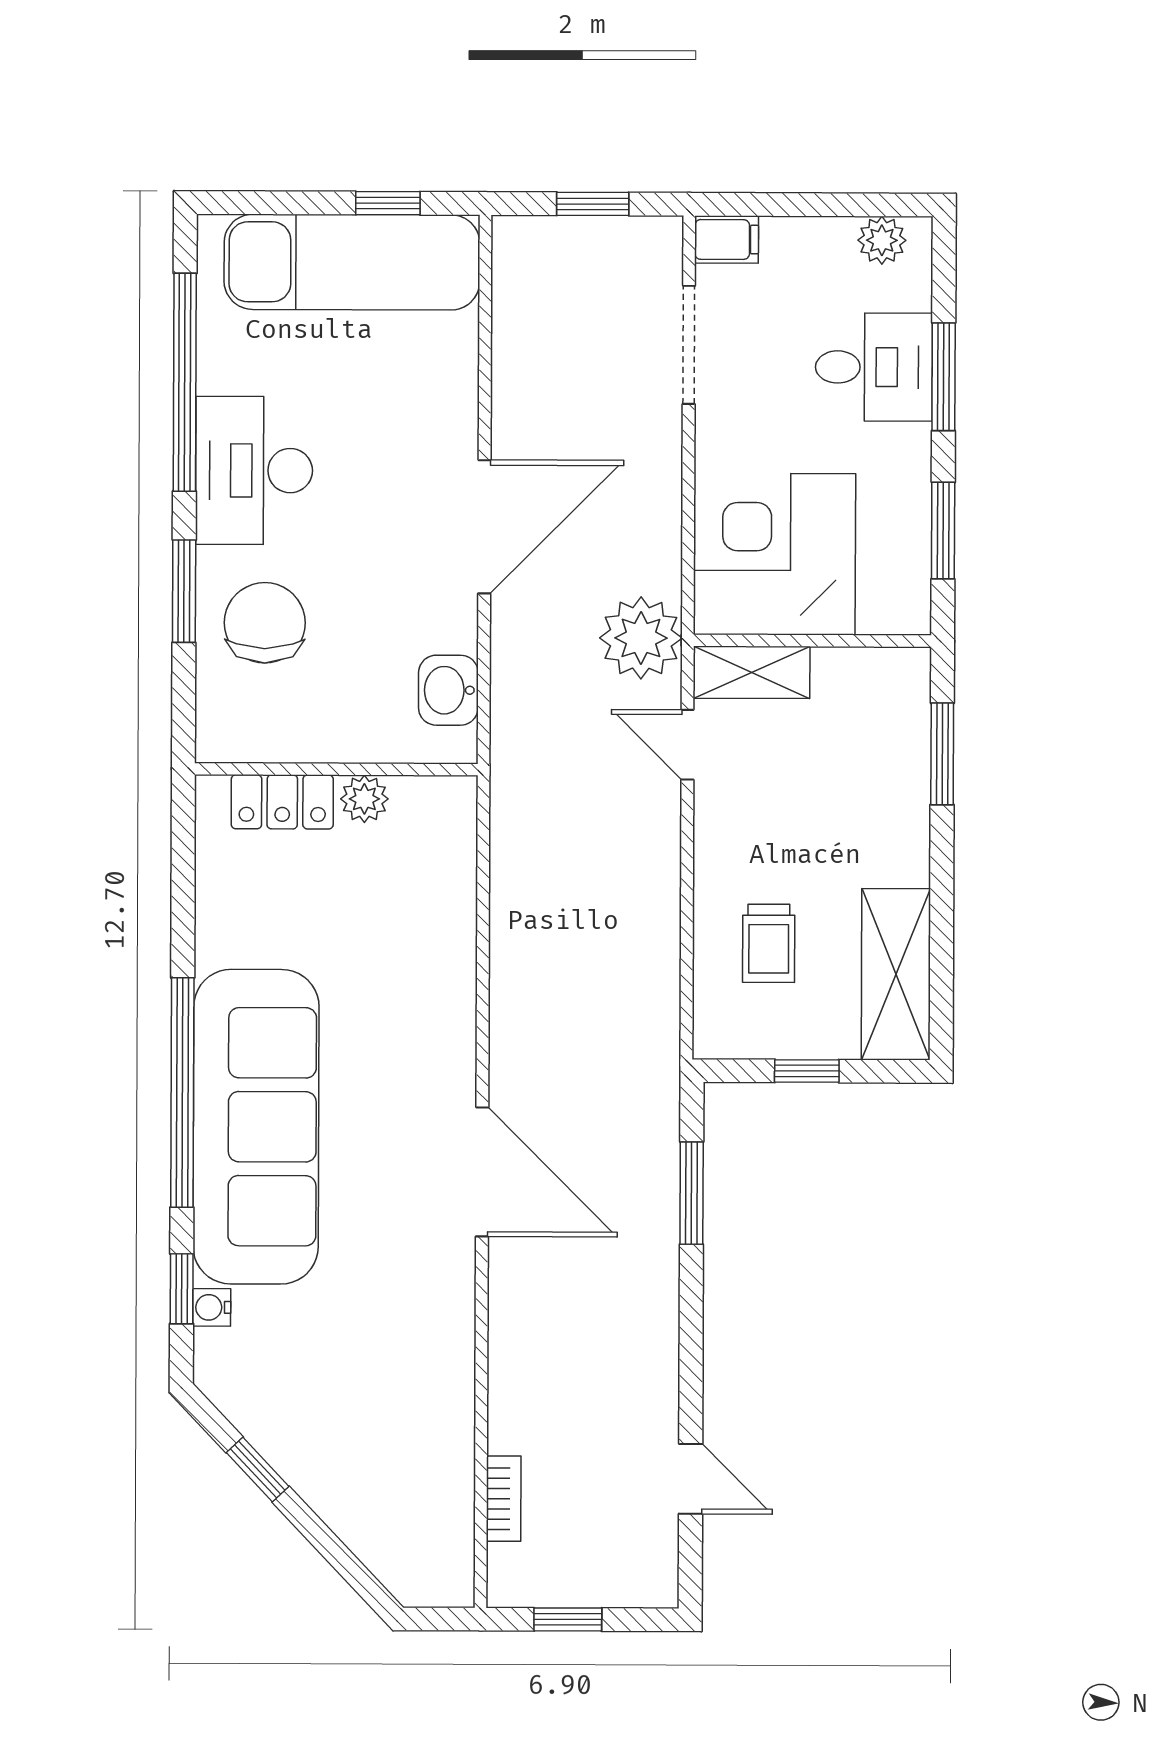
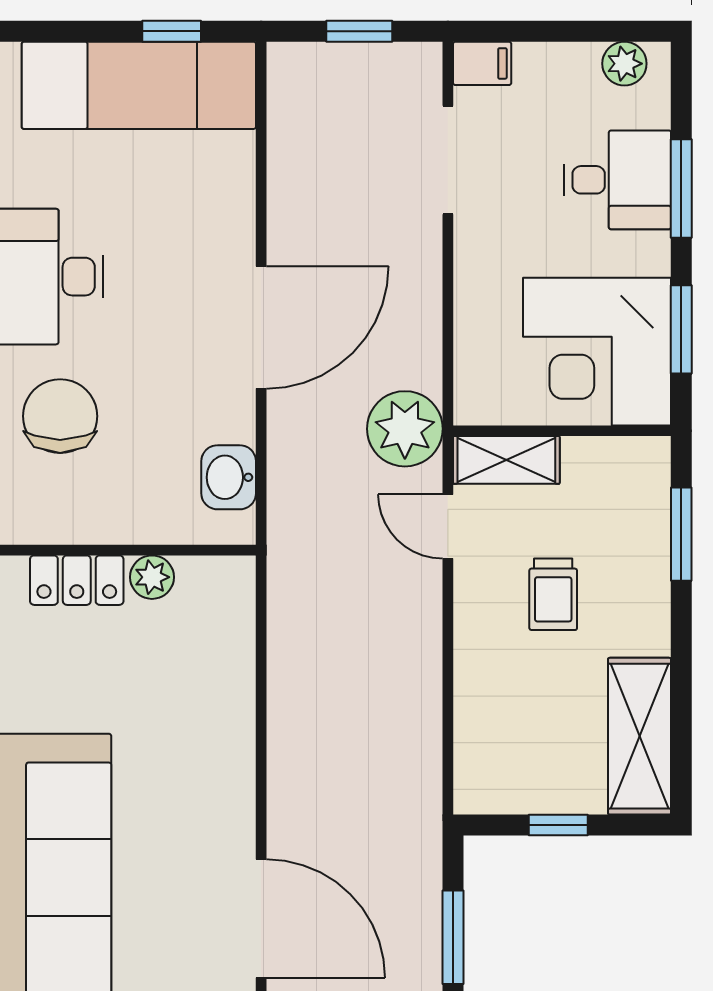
corner desk: (775, 554) -> (597, 352), moved, turned -90
trolley: (769, 943) -> (553, 594), moved

